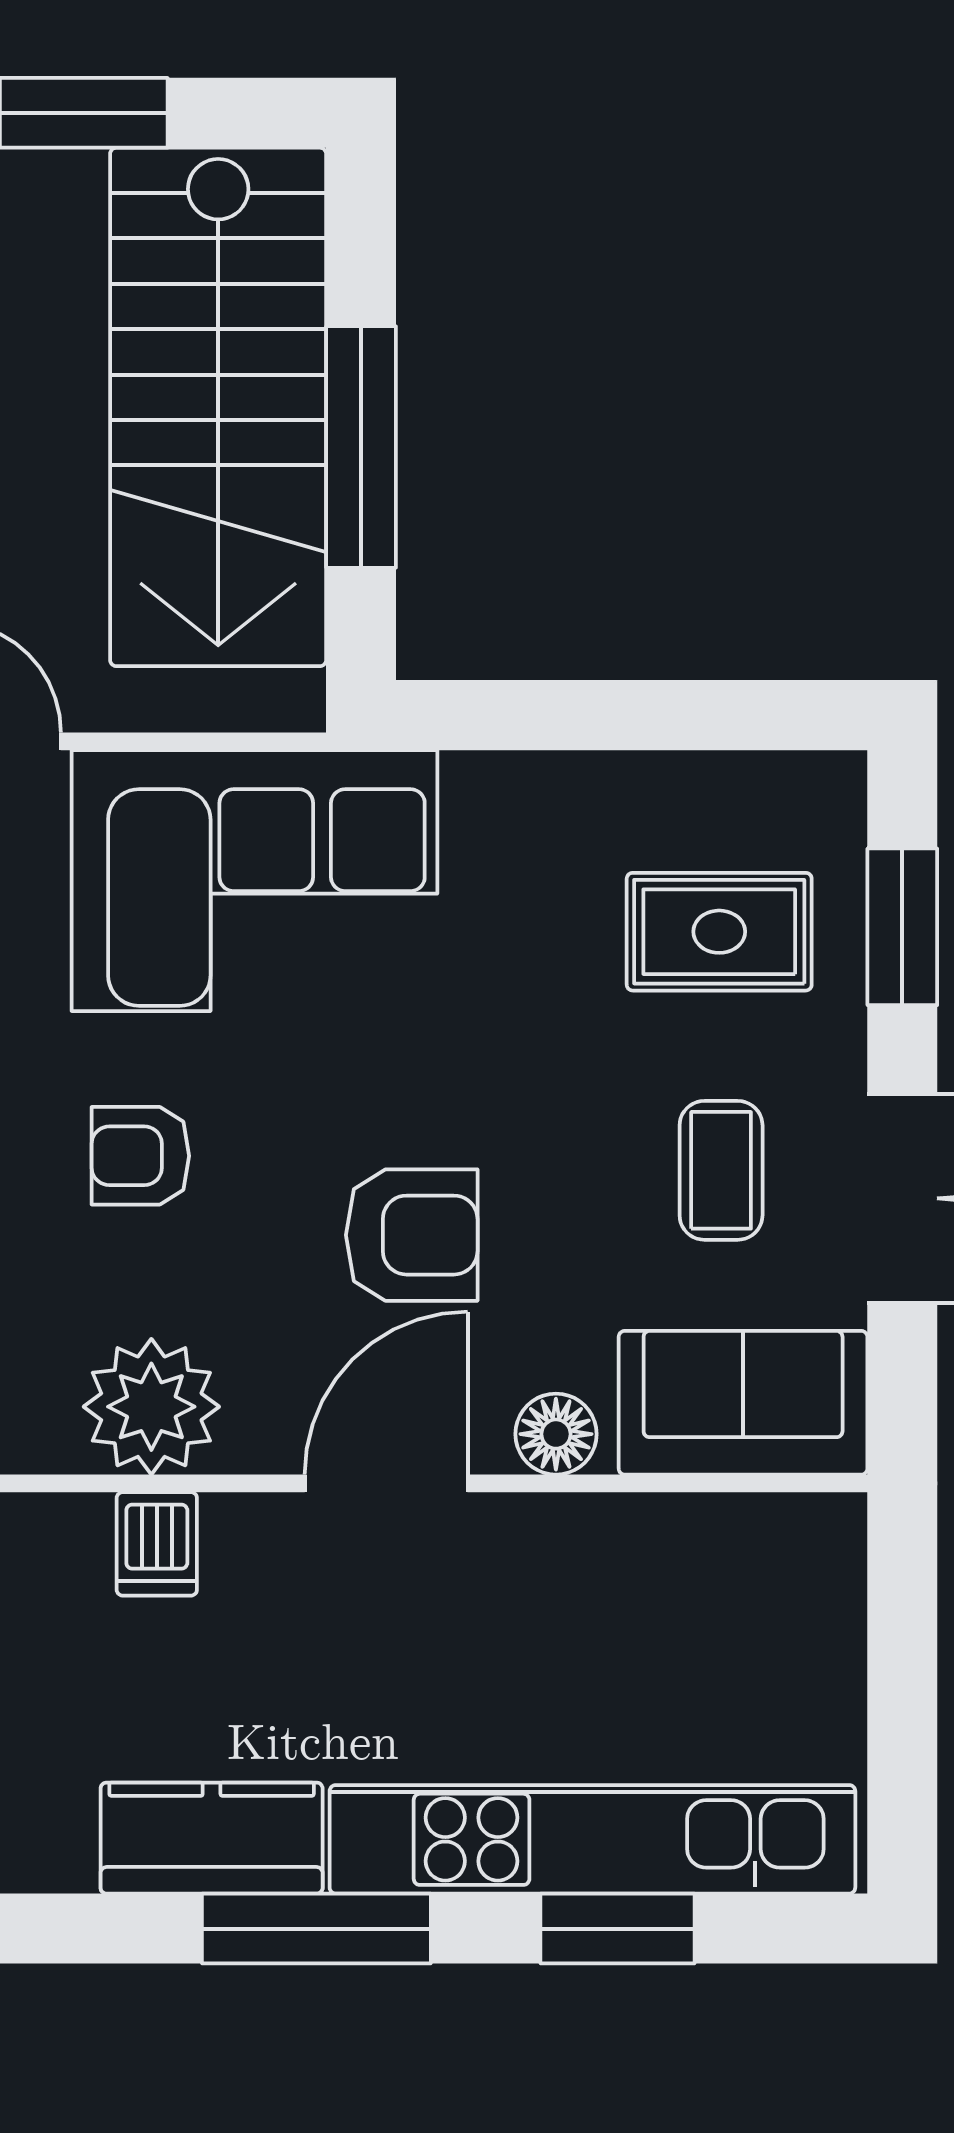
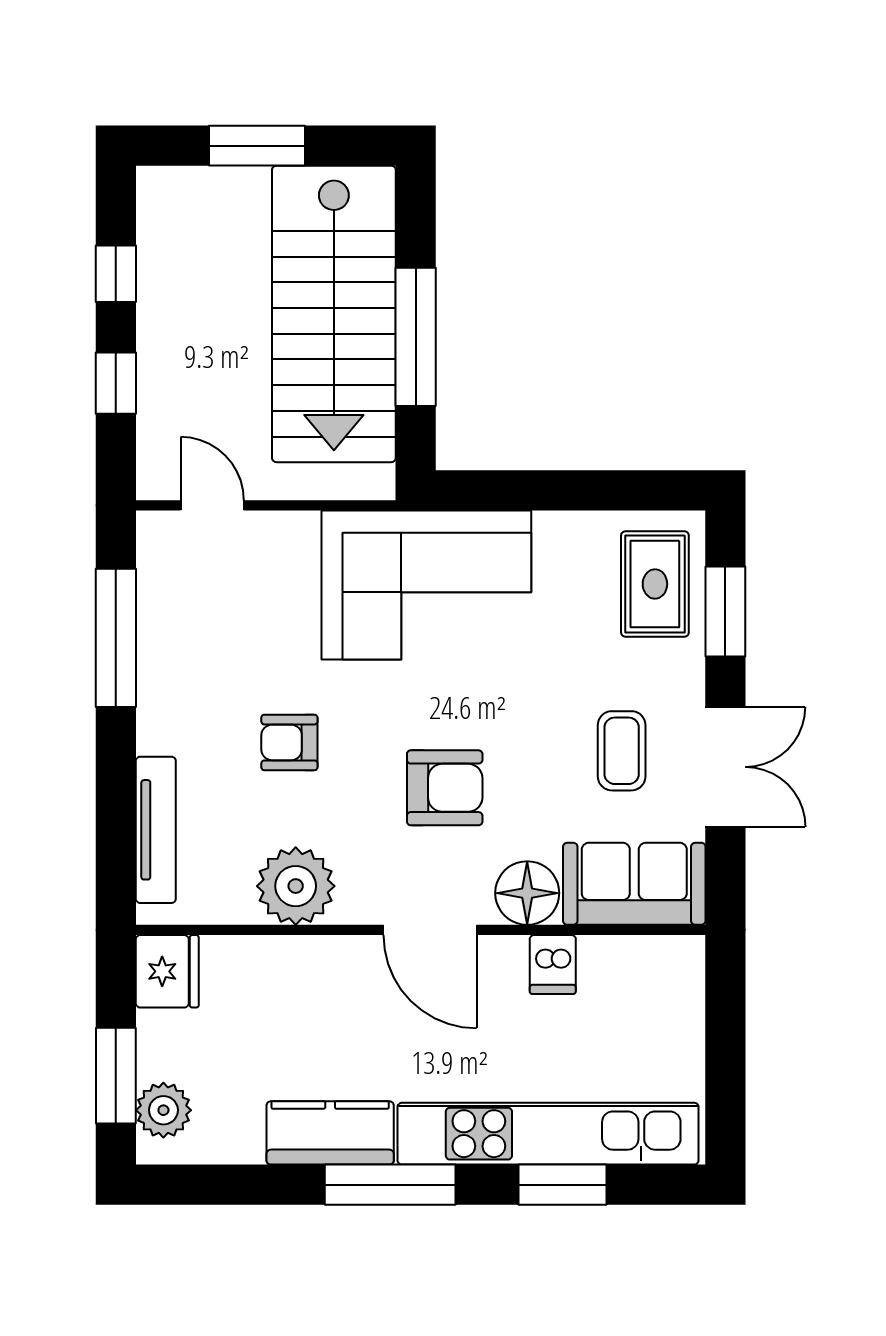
corner sofa: (254, 881) -> (426, 585), moved
rug: (719, 932) -> (655, 584), moved, turned 90
floor lamp: (556, 1434) -> (527, 893), width x1.38, depth x1.38
door: (386, 1483) -> (430, 930), swing flipped
dishwasher: (157, 1544) -> (553, 965), moved

